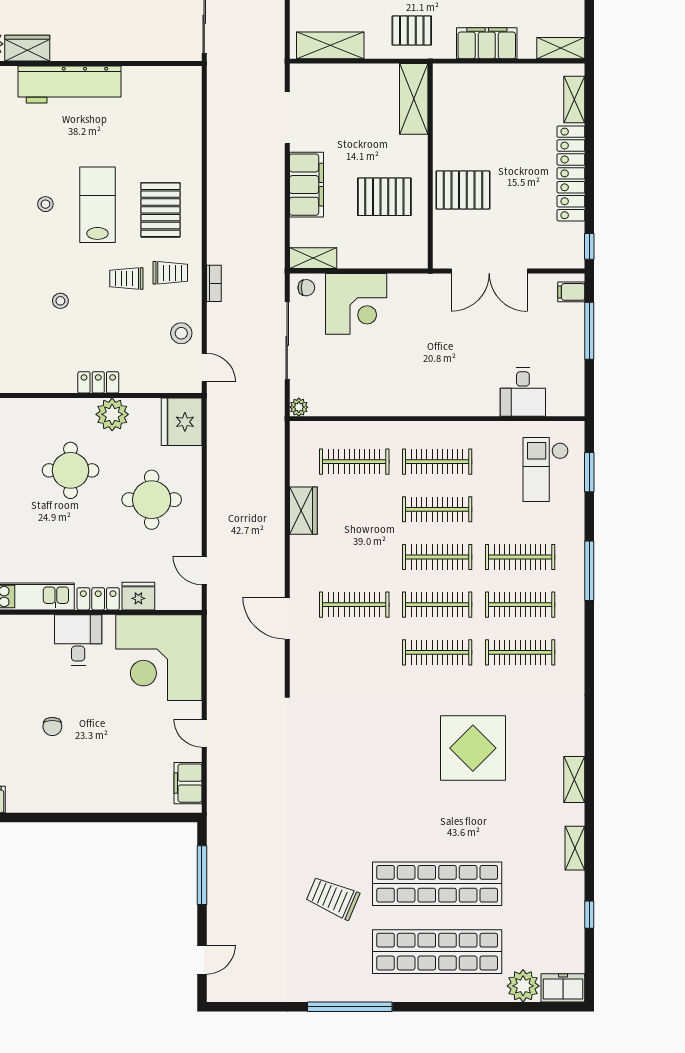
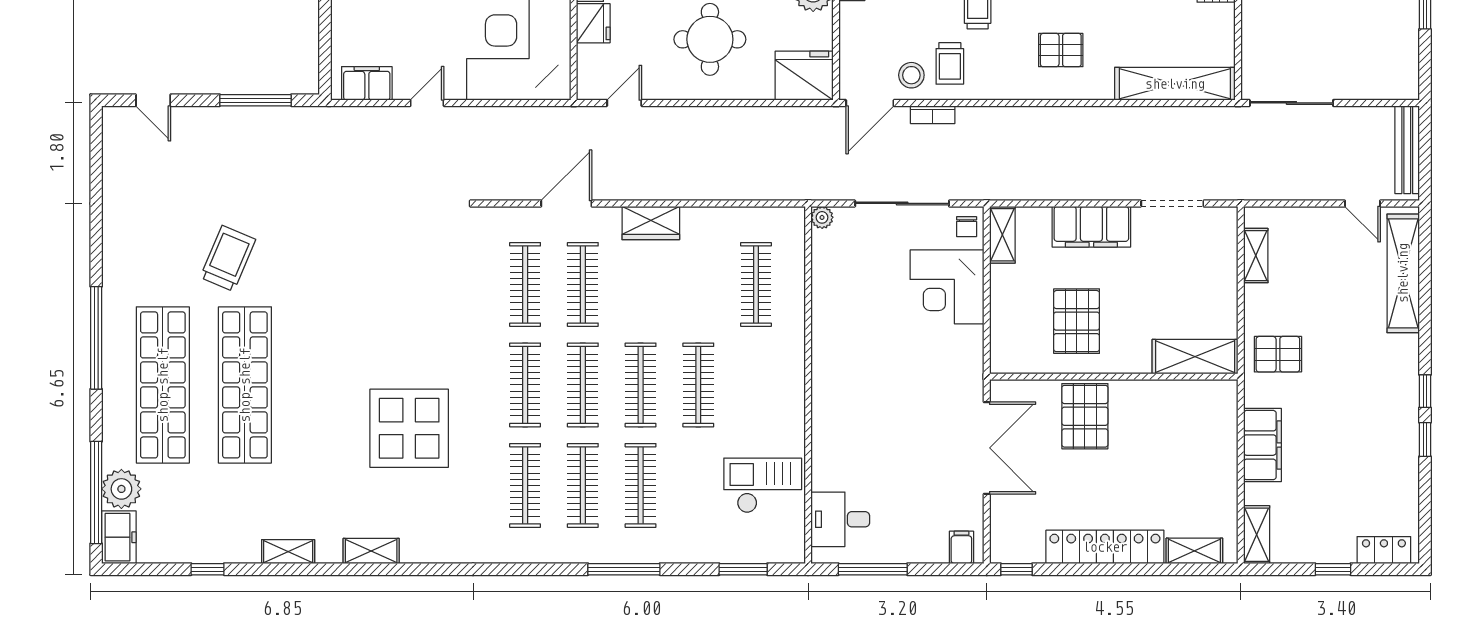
pallet: (412, 30) -> (1278, 354), turned 90
shelving: (330, 45) -> (1256, 256), width x0.67, depth x0.75
shelving: (188, 116) -> (1175, 84), added
pallet: (160, 210) -> (1061, 50), width x0.67, depth x0.71
double door: (489, 271) -> (987, 448), swing flipped
trolley: (170, 273) -> (950, 63), moved
bookcase: (214, 283) -> (933, 115), moved
window: (589, 331) -> (873, 569), moved
door: (204, 368) -> (870, 103), width x1.38
desk: (523, 392) -> (840, 519), moved
clothes rail: (437, 462) -> (525, 284), moved
checkout: (546, 469) -> (763, 485), moved
wardrobe: (303, 511) -> (651, 223), moved
window: (350, 1007) -> (96, 338), moved
window: (526, 1007) -> (96, 492), added

